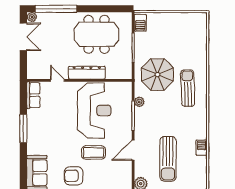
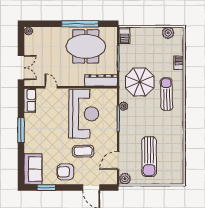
window: (56, 9) -> (80, 24), moved
plant: (189, 19) -> (168, 33), added
double door: (23, 37) -> (21, 68), moved
dresser: (87, 73) -> (101, 80), moved
barbecue: (202, 148) -> (179, 63), moved
door: (133, 150) -> (118, 160), moved

